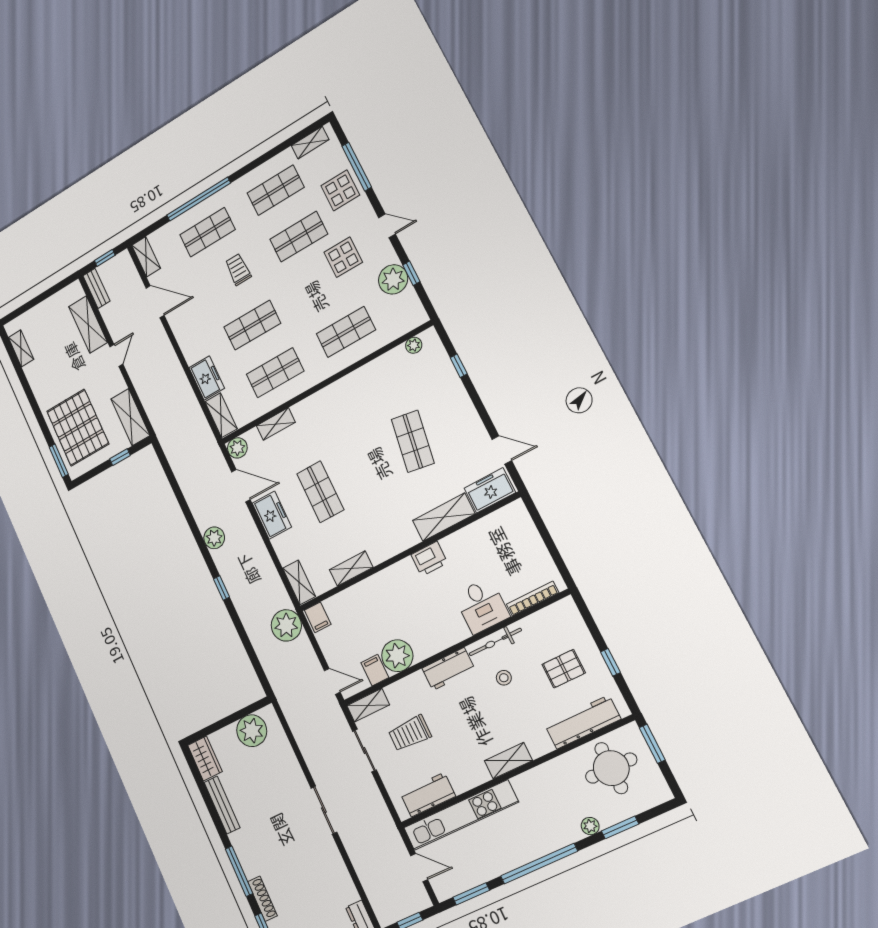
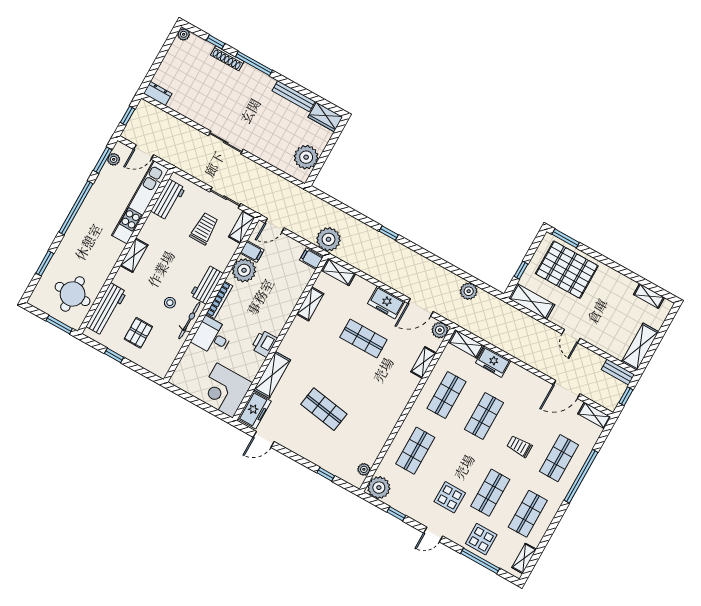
trolley: (238, 269) -> (519, 446), turned 180
plant: (393, 279) -> (379, 488), moved
shelving: (88, 324) -> (640, 347), moved, turned 90
corner desk: (509, 535) -> (225, 390), added
plant: (214, 538) -> (469, 291), moved
bookcase: (533, 599) -> (219, 300), moved
plant: (590, 826) -> (114, 159), moved

